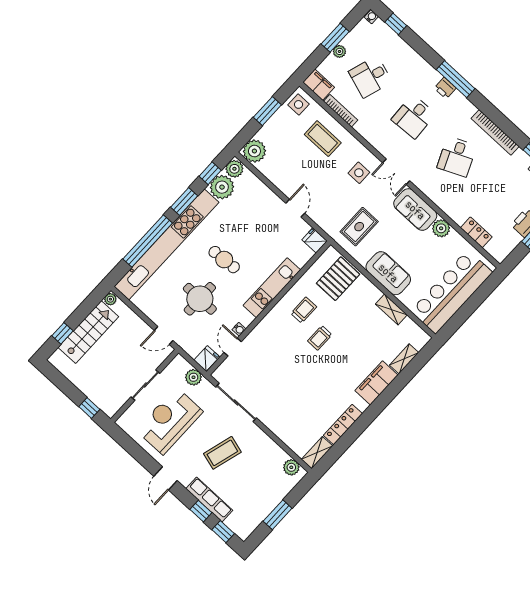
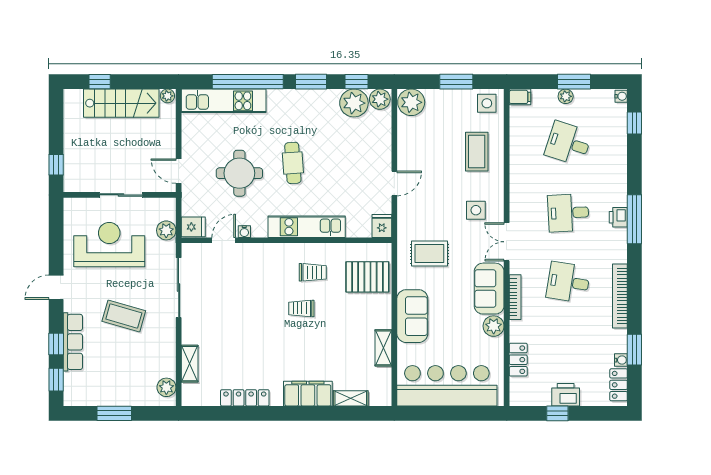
filing cabinet: (319, 85) -> (520, 97), width x0.50
bookcase: (341, 111) -> (515, 297), moved
desk: (457, 157) -> (568, 282), turned 33
kitchen unit: (167, 244) -> (224, 101), width x0.54
shelving: (317, 453) -> (190, 364), moved, turned 90

